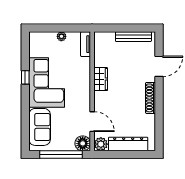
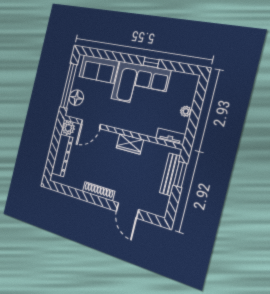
window: (115, 28) -> (180, 174), added
bench: (133, 37) -> (170, 174), moved
floor lamp: (83, 143) -> (76, 98), moved

